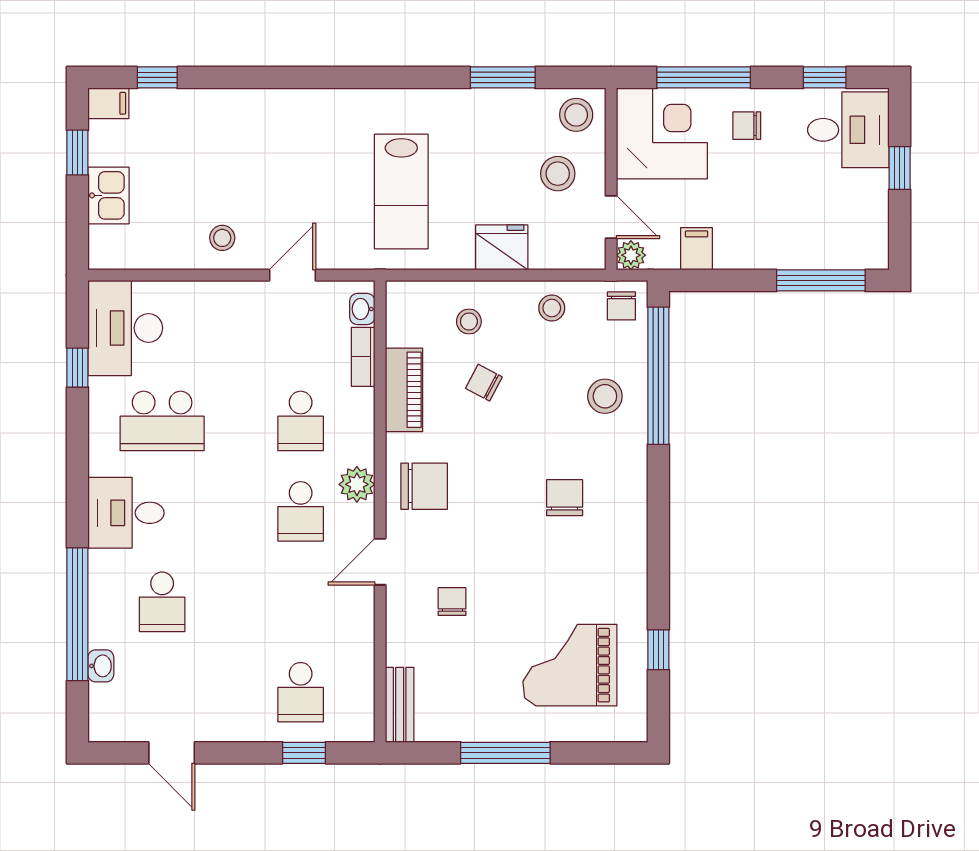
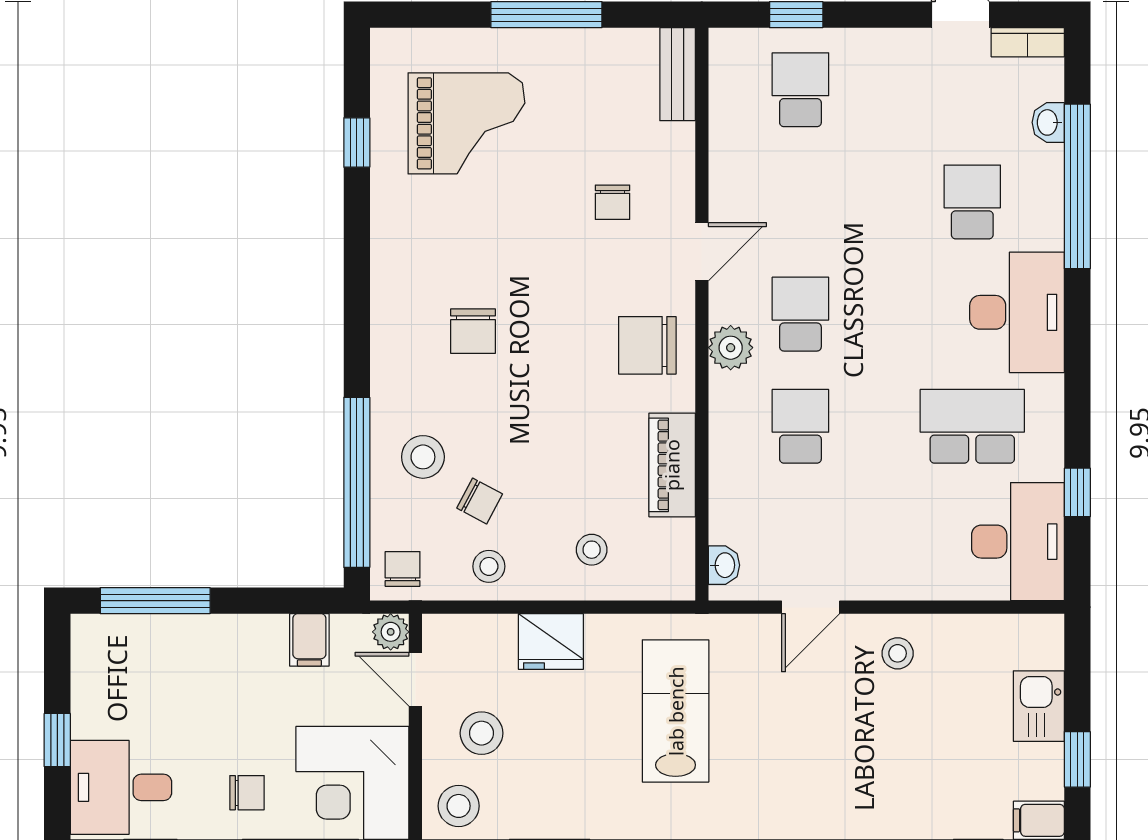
bookcase: (363, 357) -> (1028, 42), moved, turned 90
chair: (484, 383) -> (480, 501), moved
desk: (126, 513) -> (1017, 312), width x1.37

